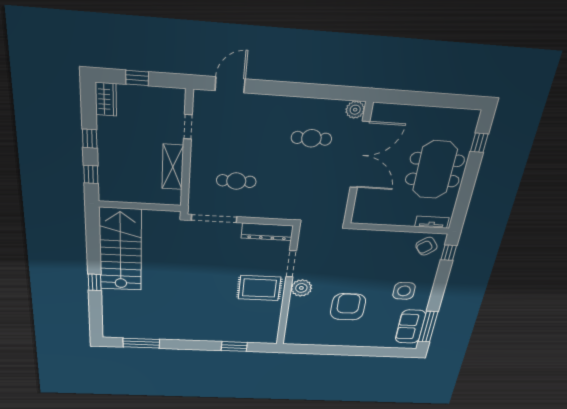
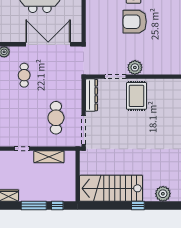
window: (90, 139) -> (34, 205), width x2.17
double door: (360, 155) -> (48, 44), moved
cafe table: (236, 181) -> (56, 118), width x1.37, depth x1.35
armchair: (348, 307) -> (135, 22), moved
plant: (113, 313) -> (163, 194), added

